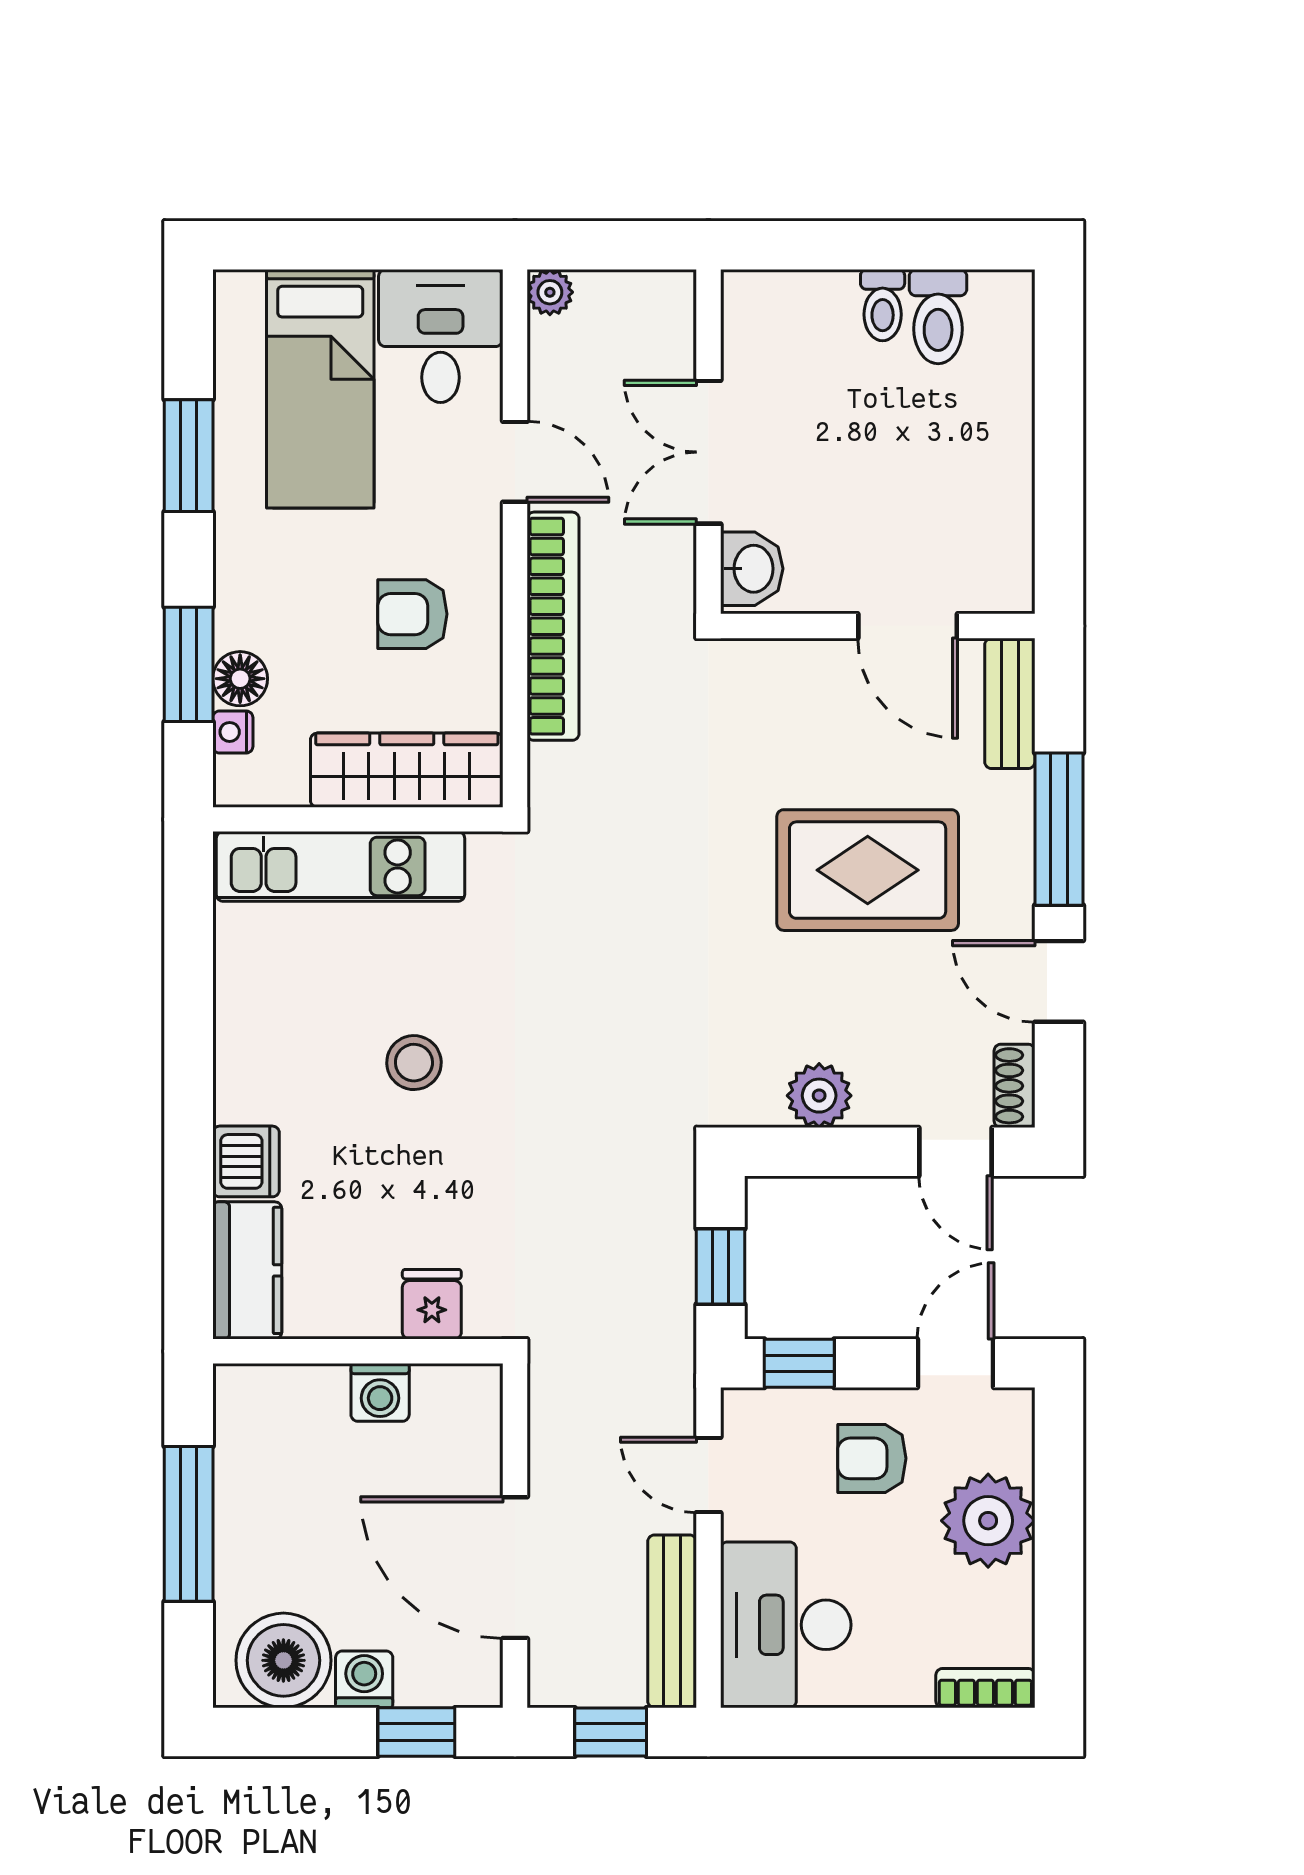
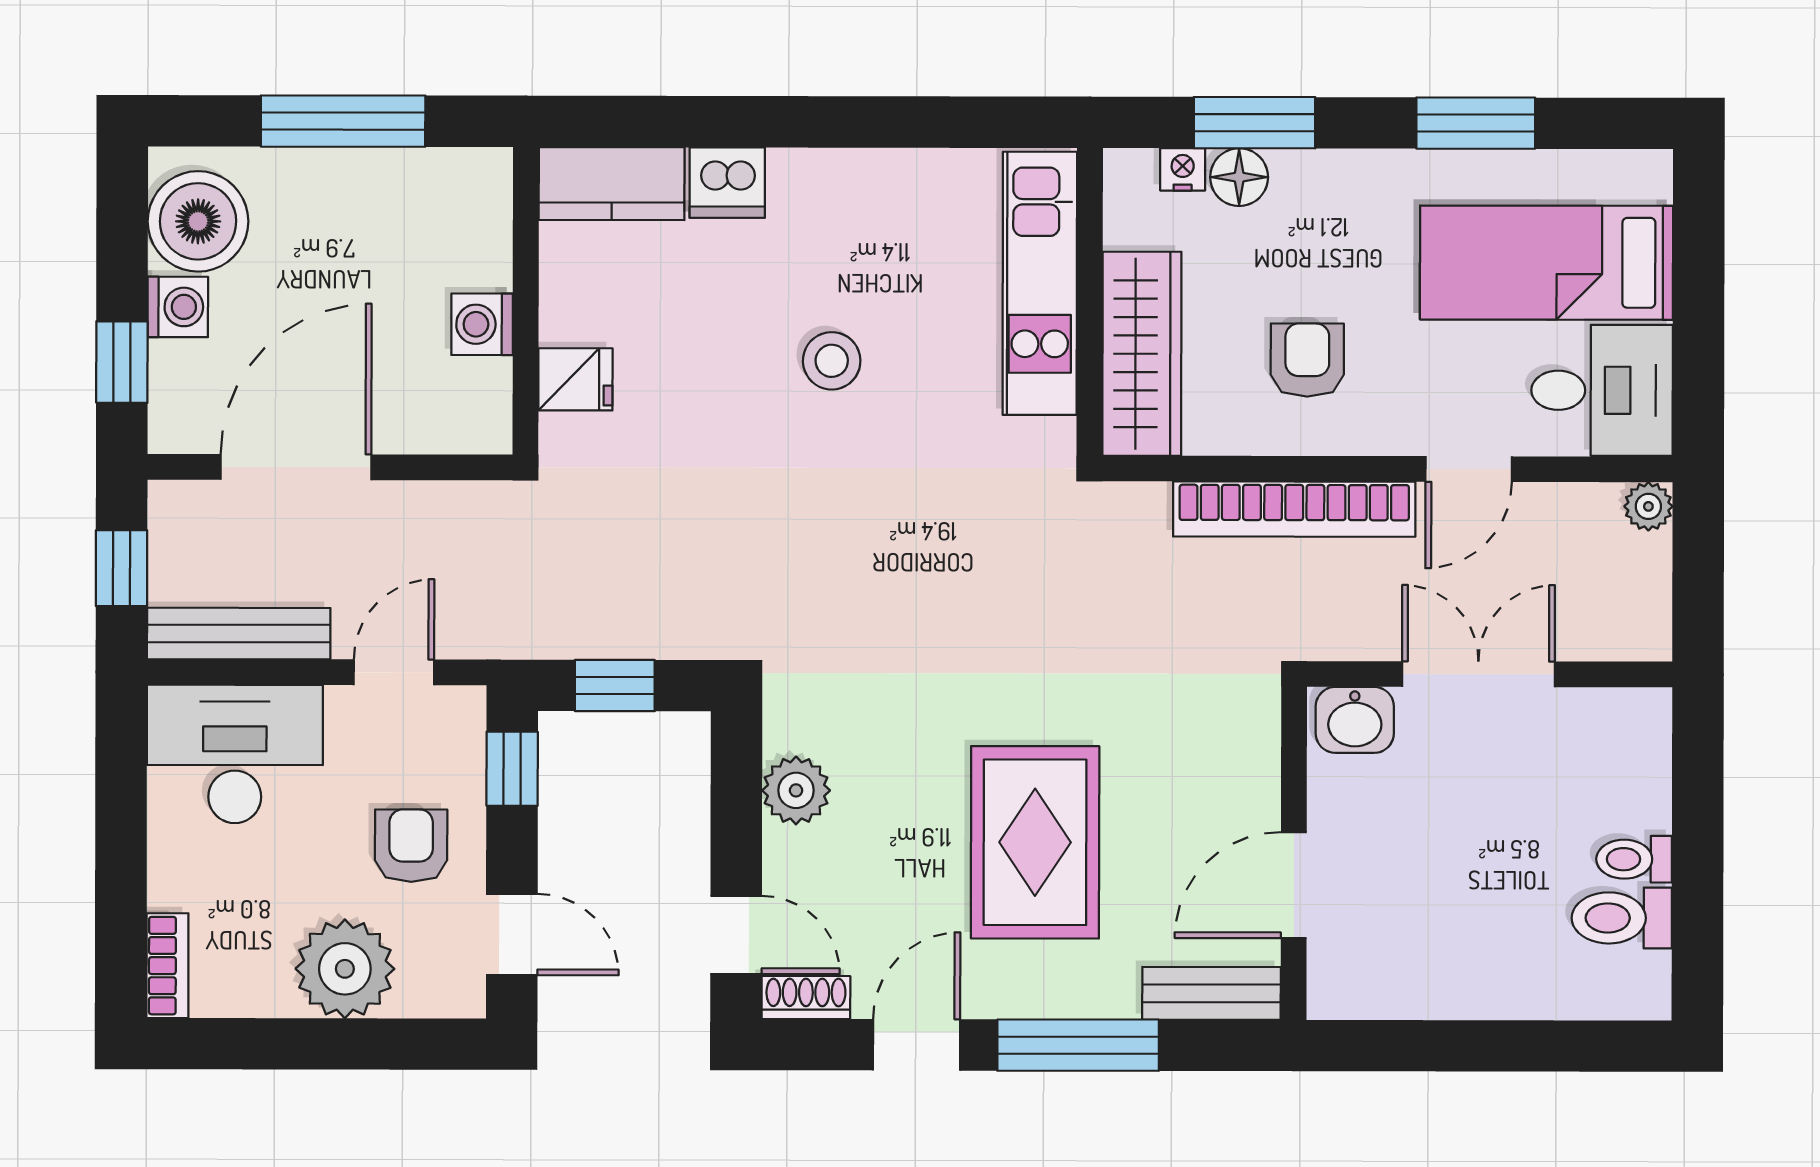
door: (956, 1152) -> (736, 935), swing flipped

